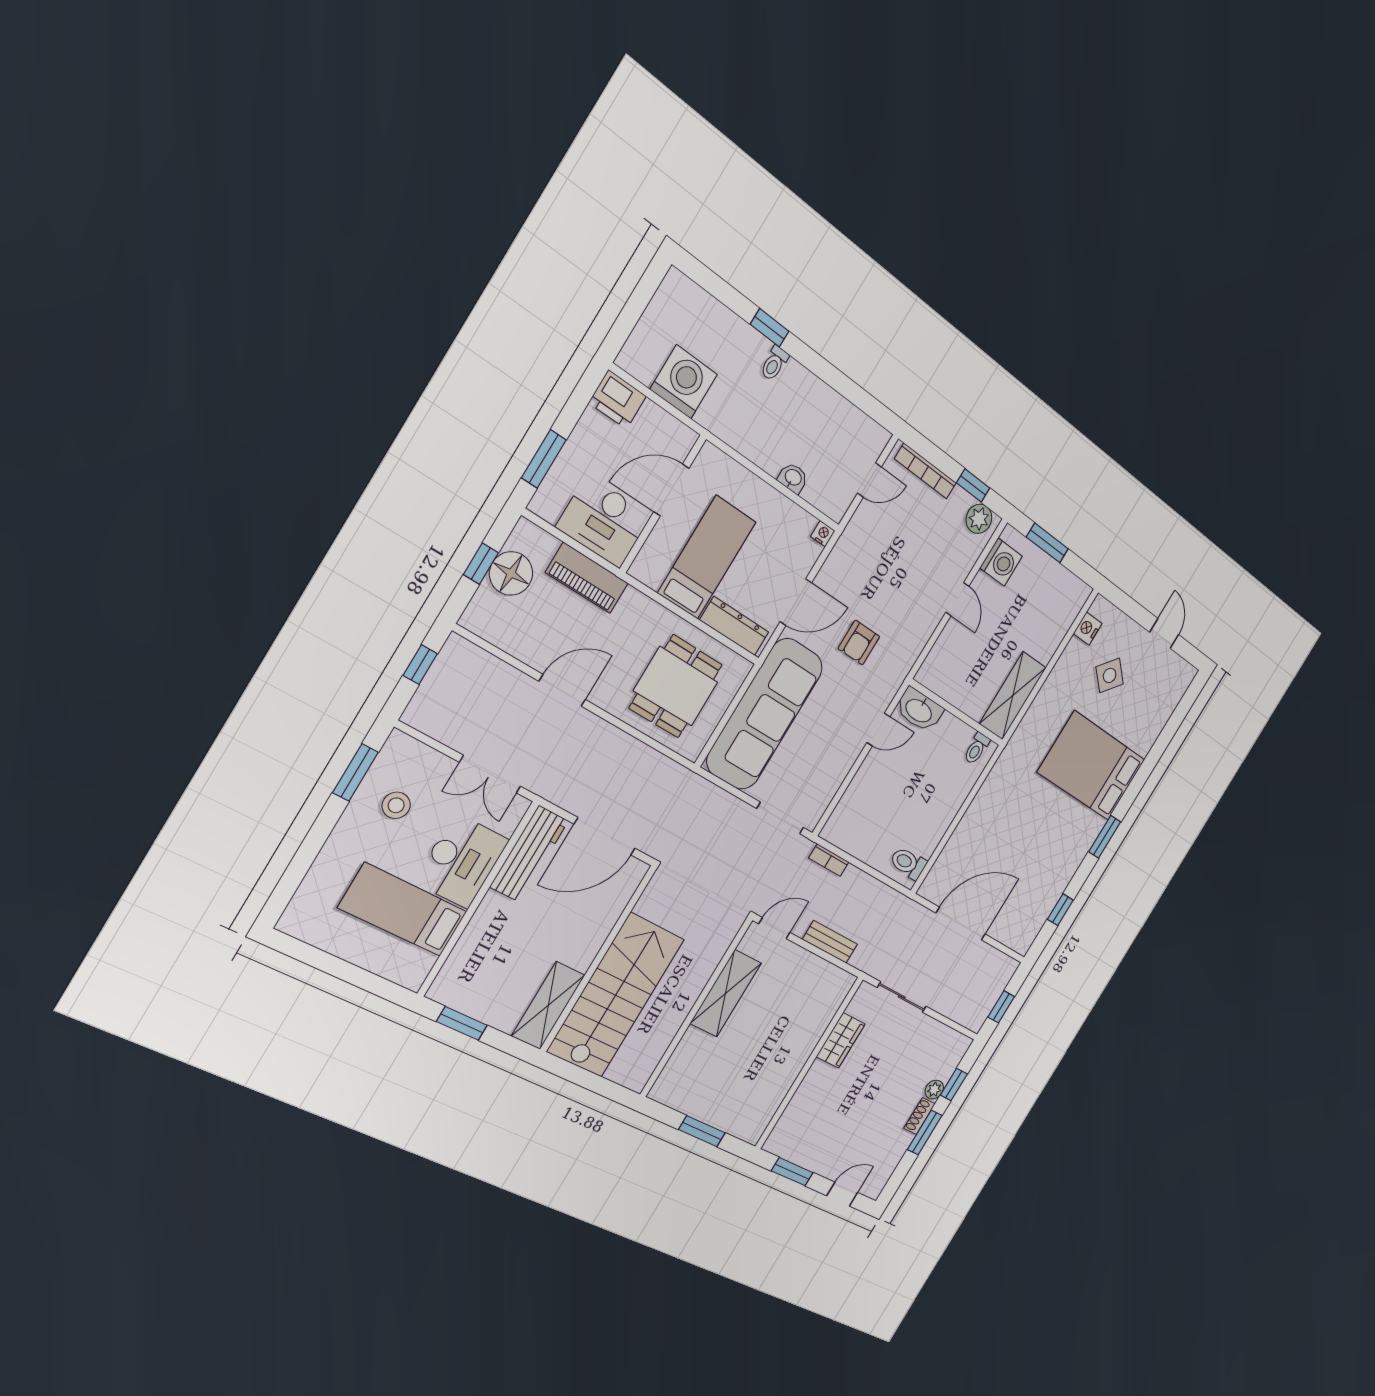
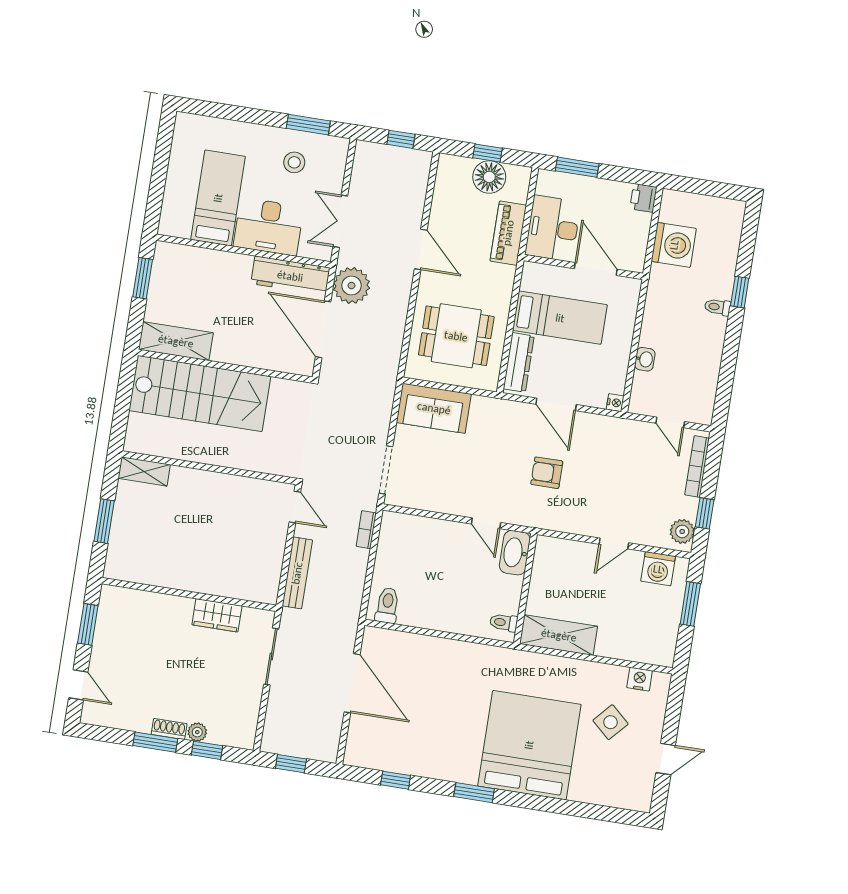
printer: (617, 400) -> (643, 198), width x0.73, depth x0.81
sofa: (765, 714) -> (434, 408), width x0.54, depth x0.79
bed: (1092, 766) -> (529, 745), width x1.36
plant: (570, 787) -> (351, 285), added
bench: (830, 942) -> (297, 573), width x1.36
shelving: (726, 993) -> (144, 471), moved, width x0.67, depth x0.75

